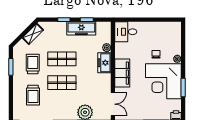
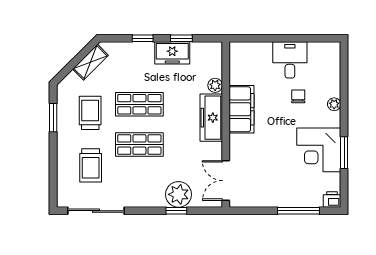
freezer: (81, 28) -> (172, 53), width x0.71
desk: (126, 32) -> (290, 60), moved, turned 90
freezer: (104, 63) -> (211, 118), width x1.40
filing cabinet: (122, 73) -> (241, 109), moved
corner desk: (163, 81) -> (319, 150), width x0.74, depth x0.74
double door: (113, 104) -> (226, 181), swing flipped

